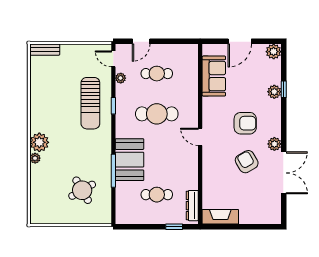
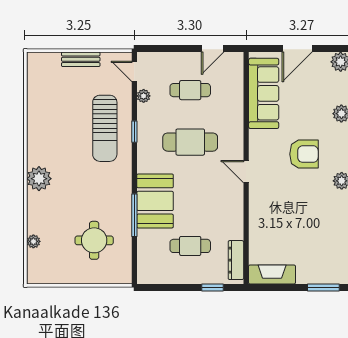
door: (141, 41) -> (213, 49), moved
bench: (45, 50) -> (81, 59), moved
sofa: (214, 76) -> (264, 93), width x1.36
plant: (35, 158) -> (33, 241), moved
armchair: (247, 162) -> (306, 204), removed
round table: (82, 190) -> (94, 240), turned 30
window: (260, 227) -> (323, 287), added

